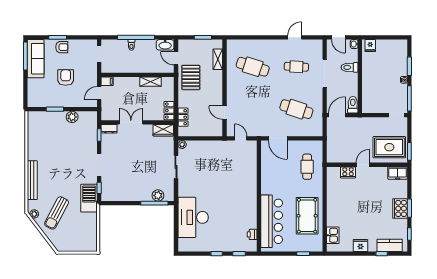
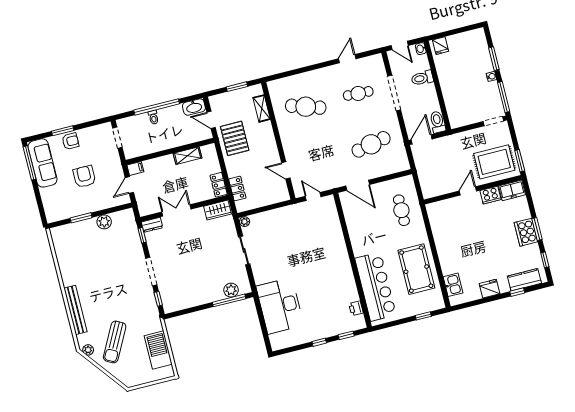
cafe table: (296, 109) -> (371, 144), turned -30
cooker: (348, 172) -> (490, 195), moved
barbecue: (89, 198) -> (158, 350), moved

